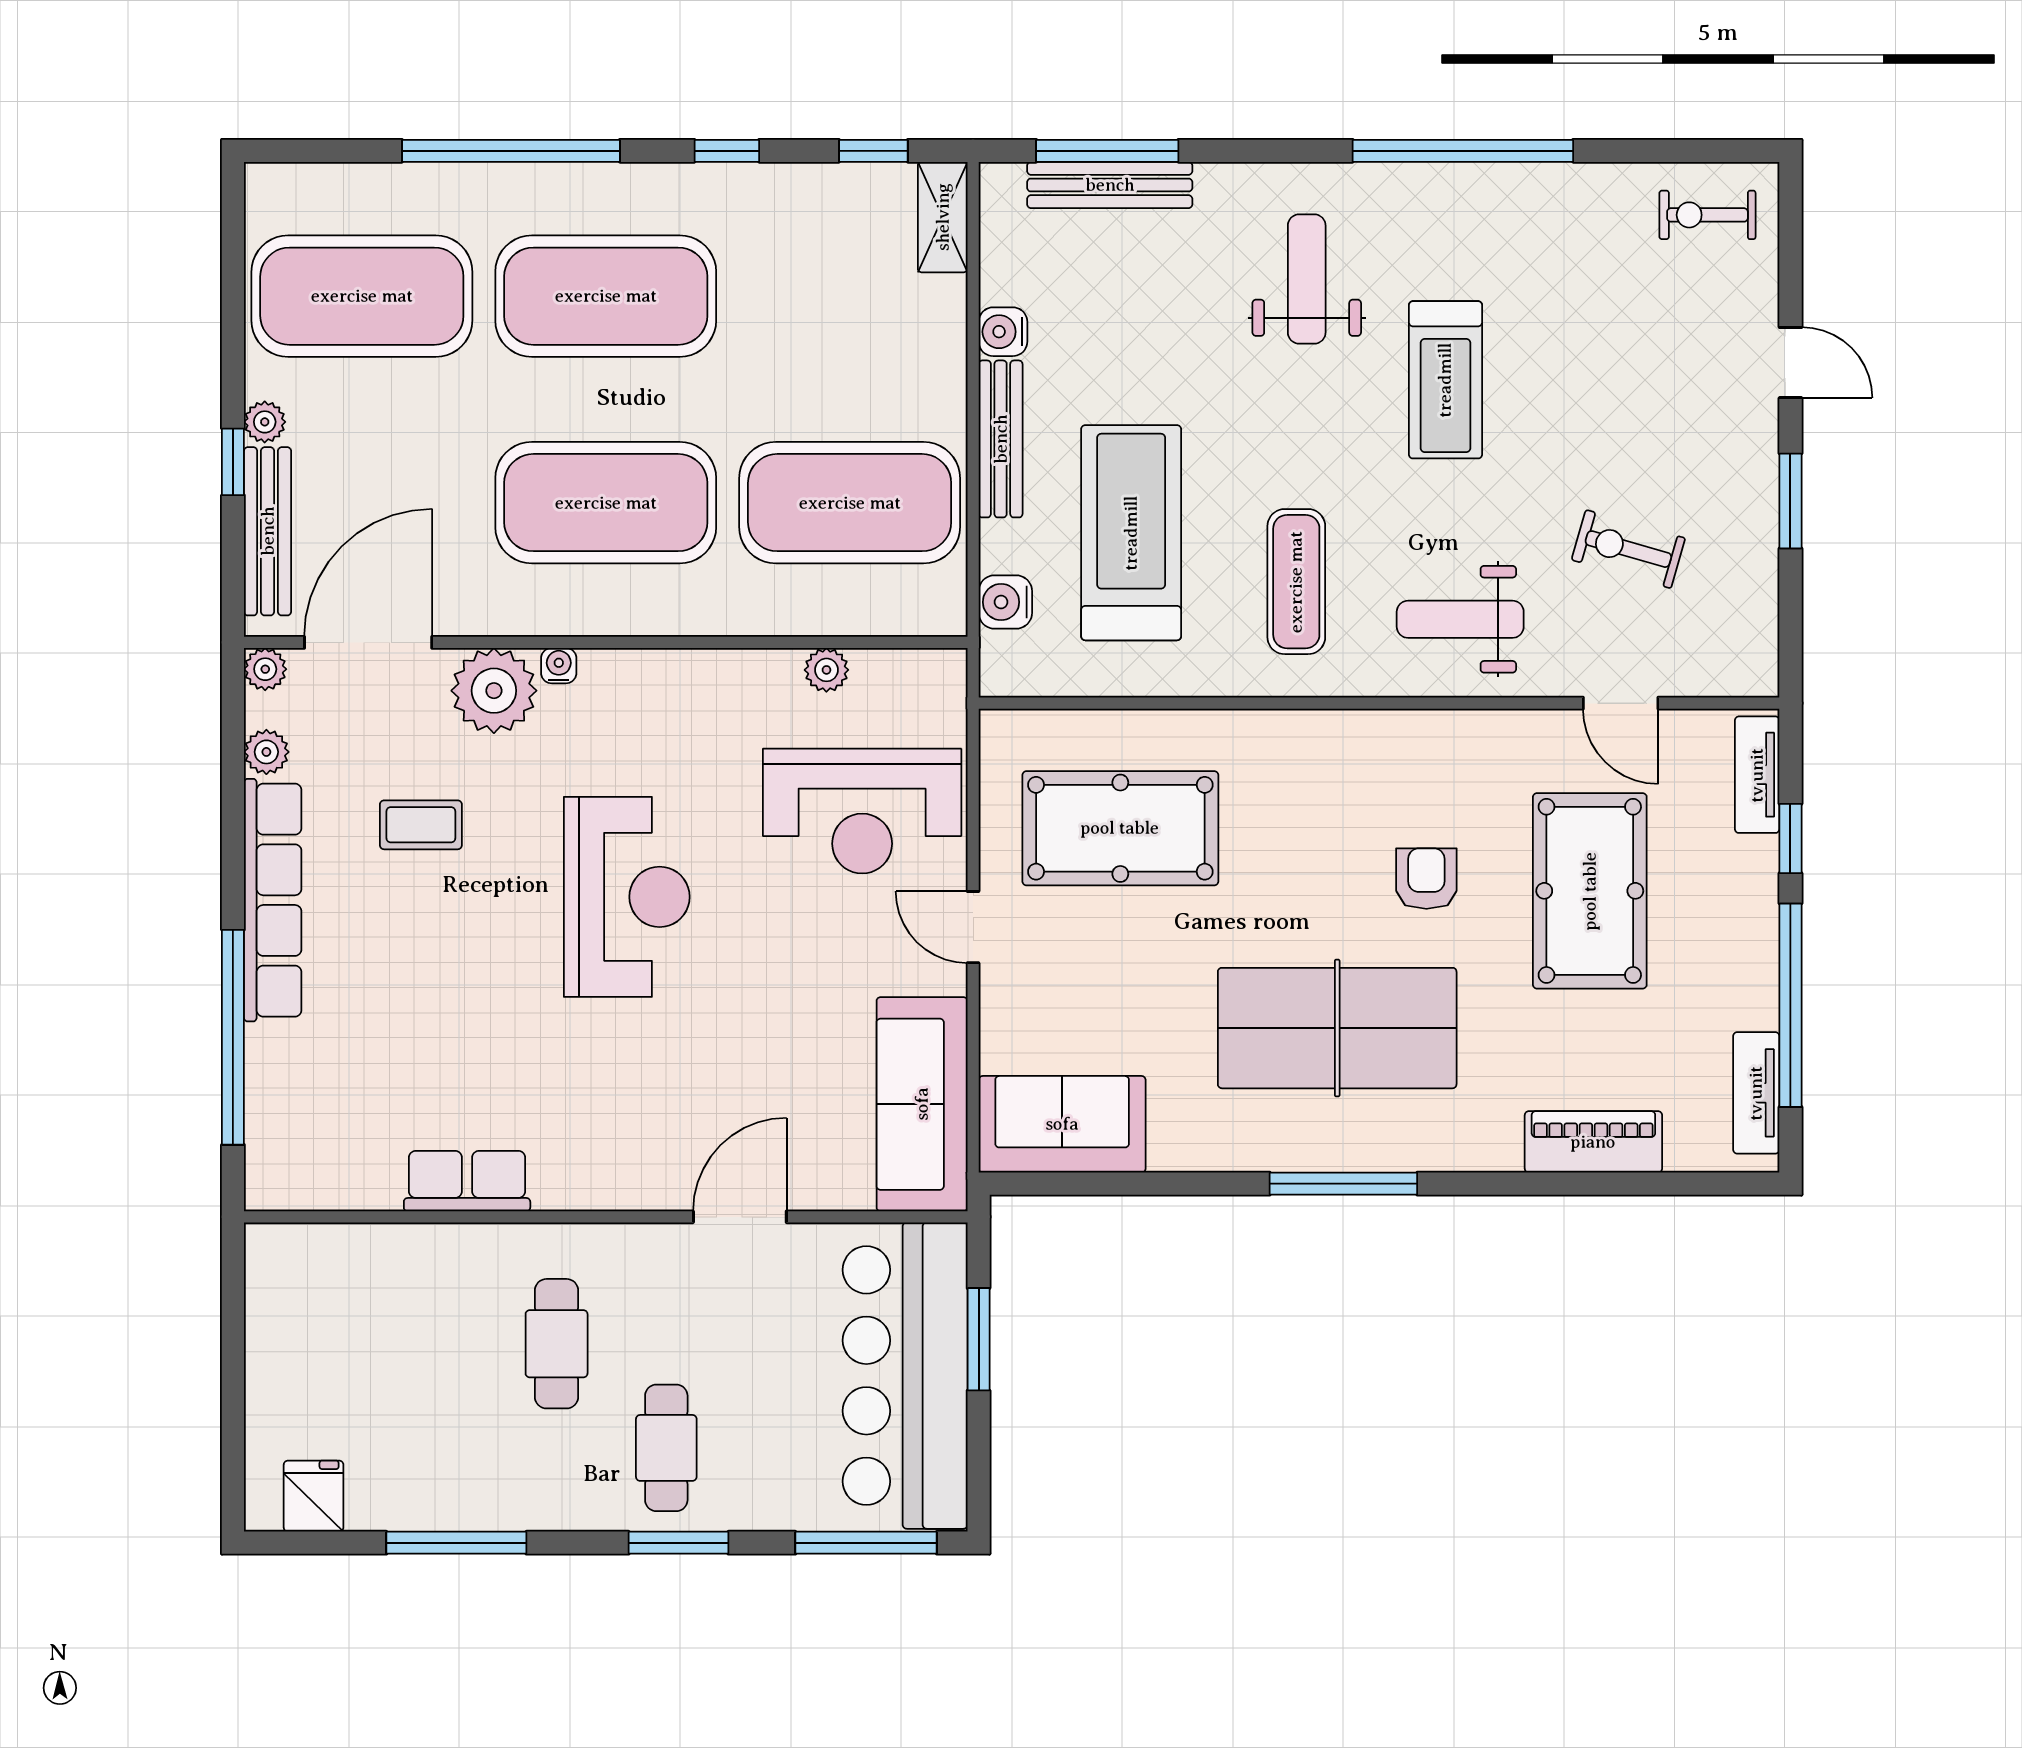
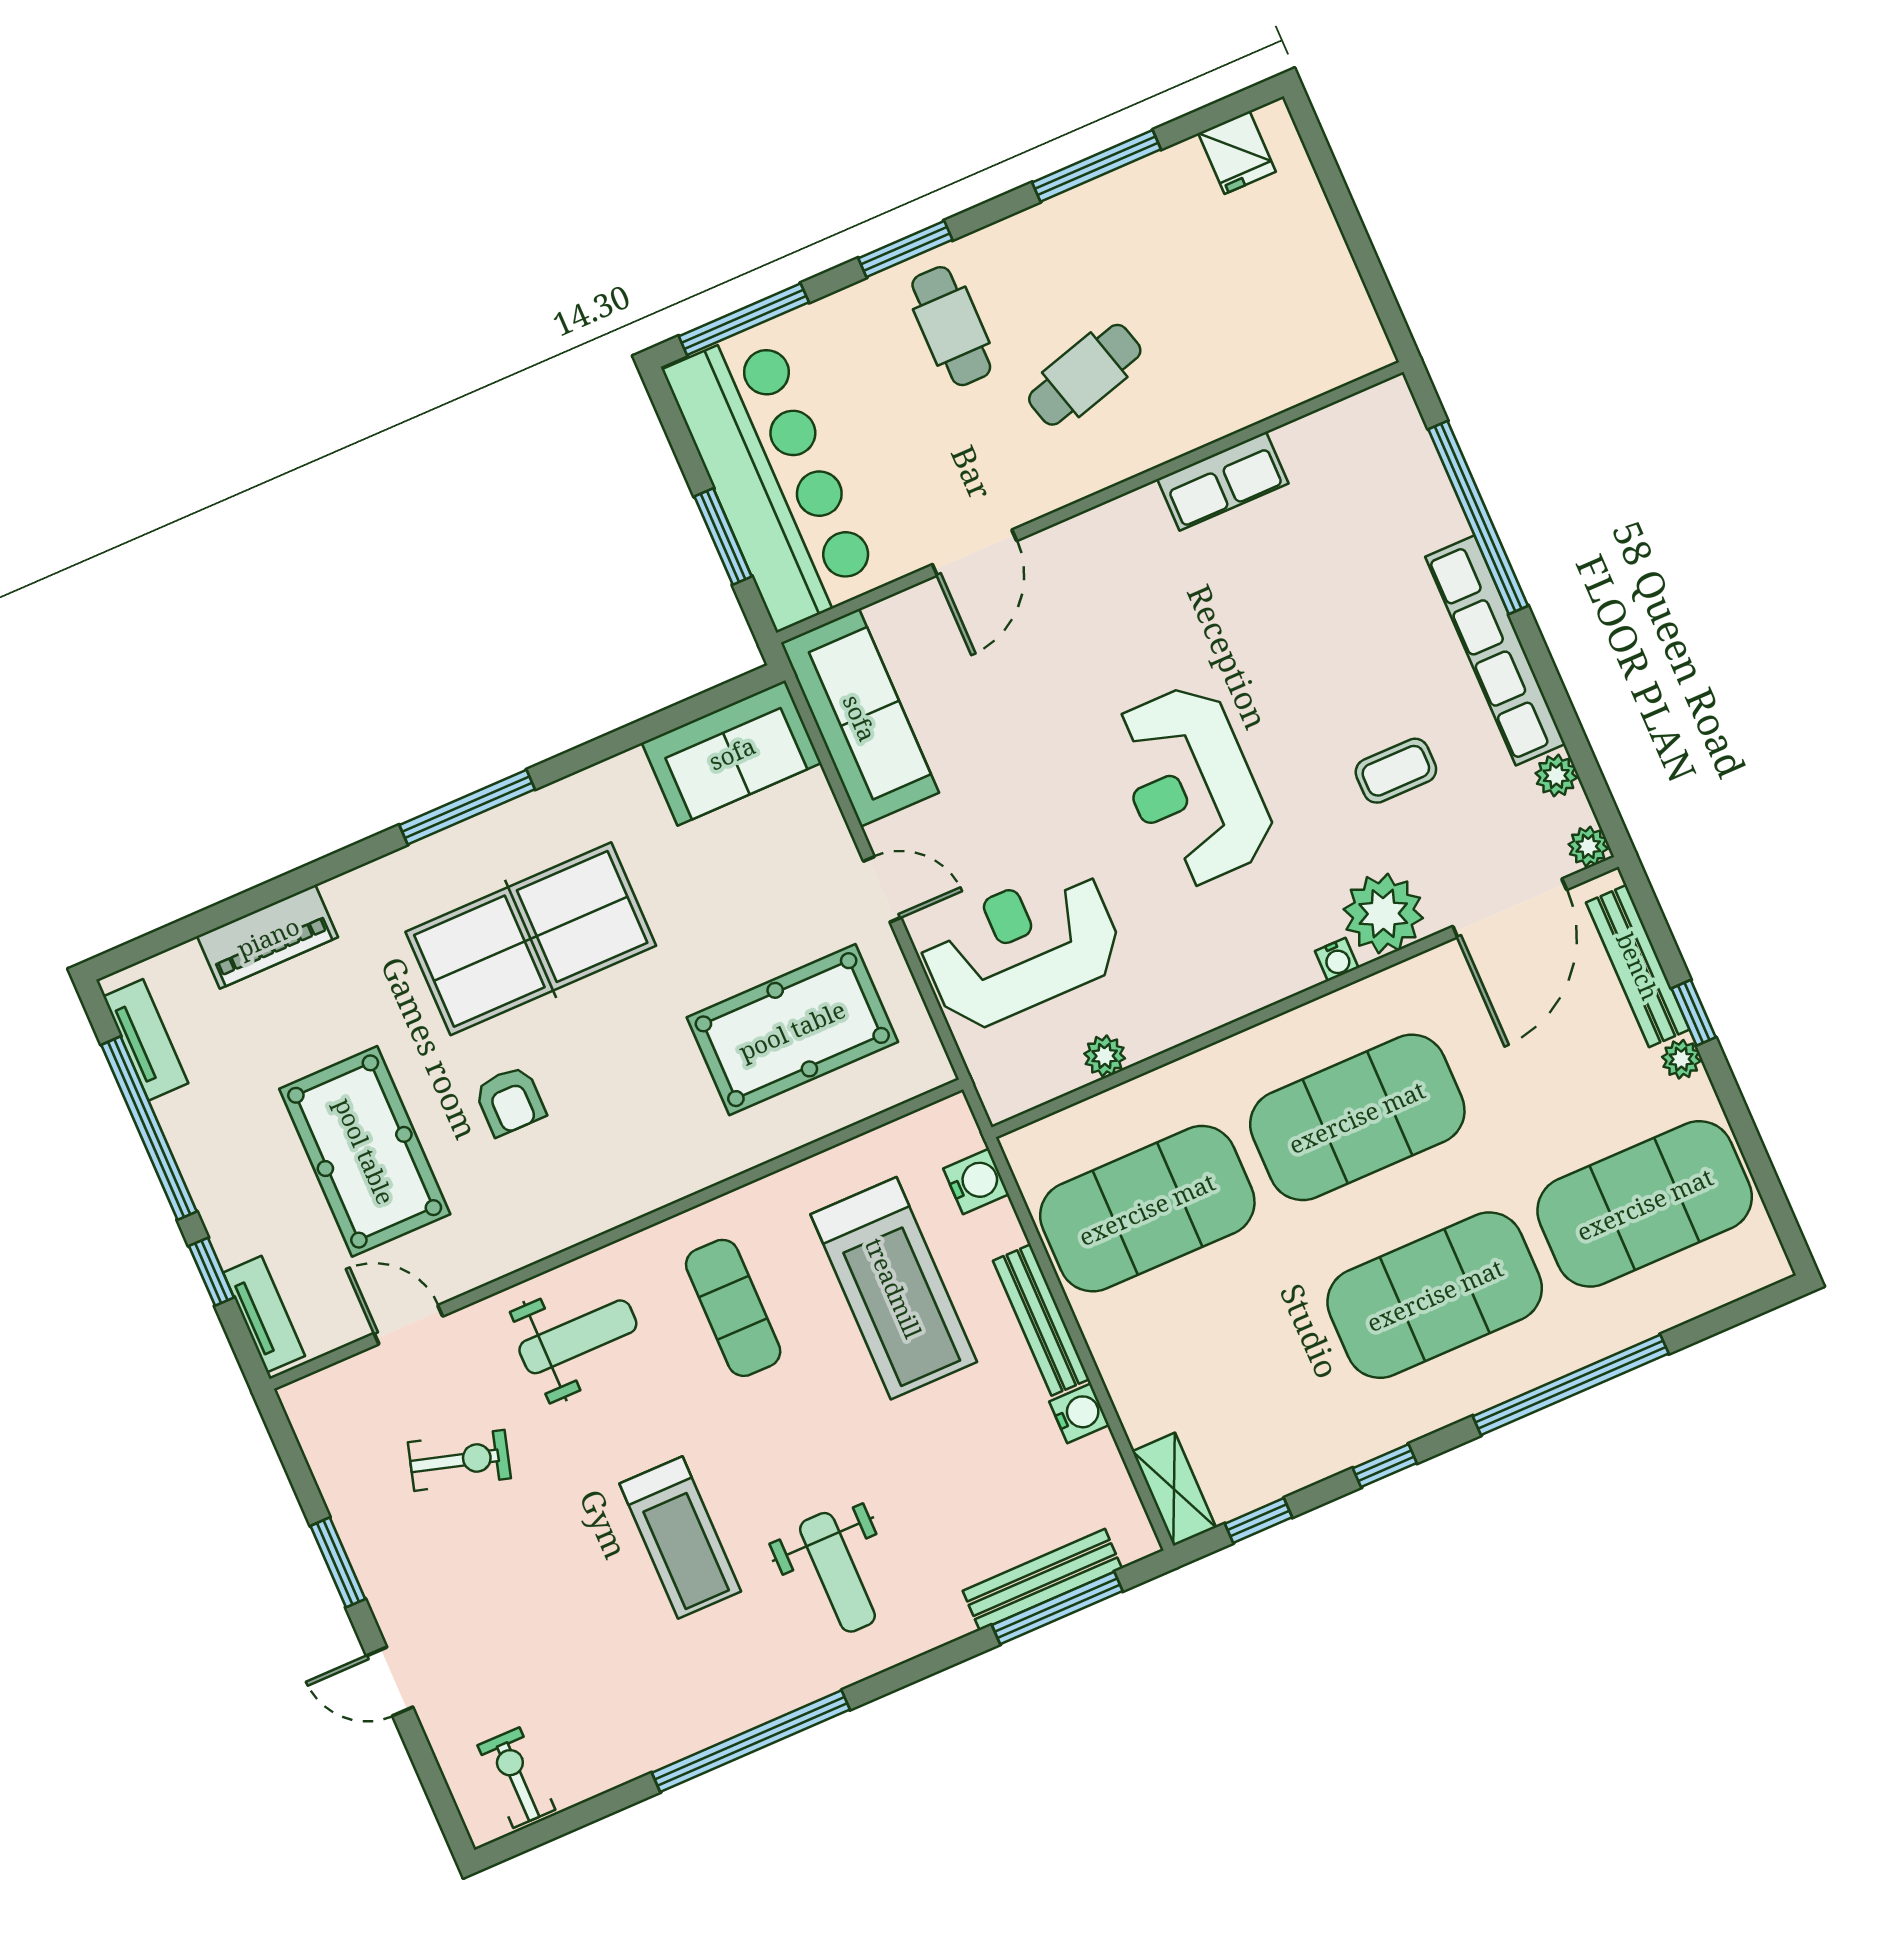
exercise bike: (1707, 215) -> (516, 1778), turned -90
treadmill: (1445, 380) -> (680, 1537), turned 180
cafe table: (557, 1344) -> (1085, 375), turned 74

